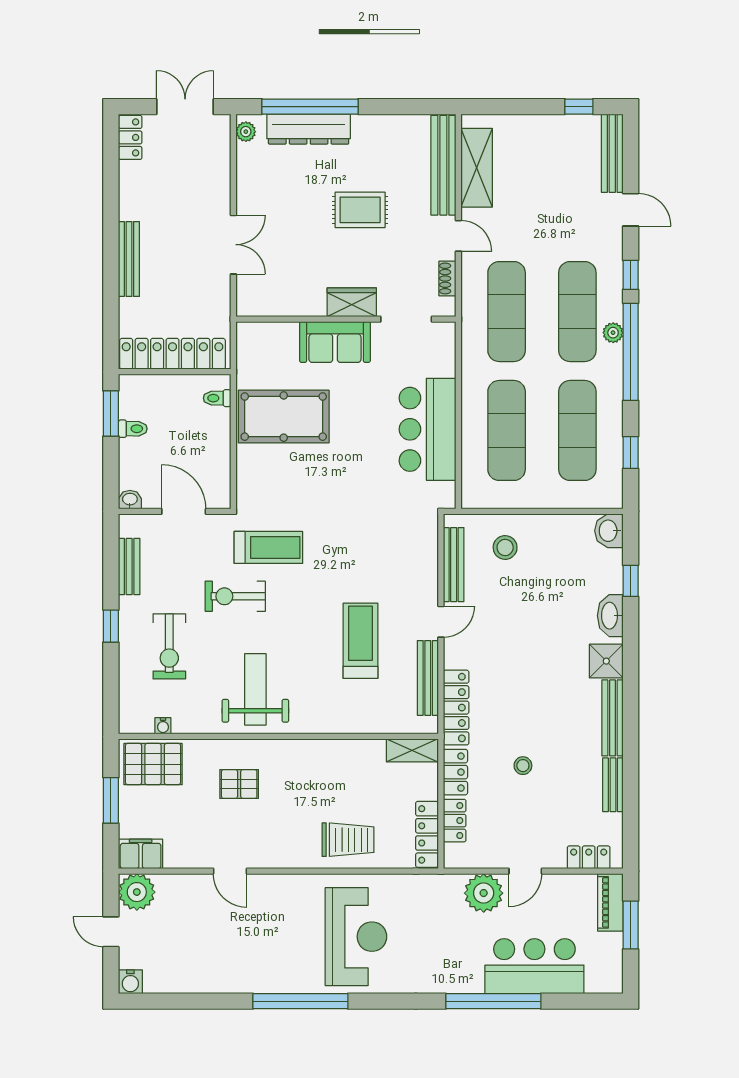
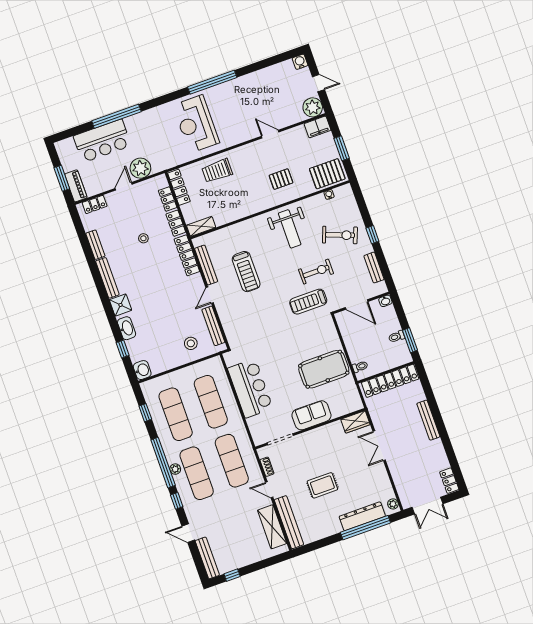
wardrobe: (352, 302) -> (355, 422), moved
exercise bike: (169, 646) -> (340, 235), turned 111

